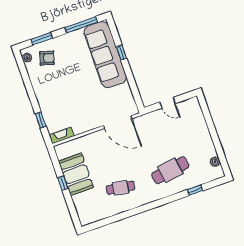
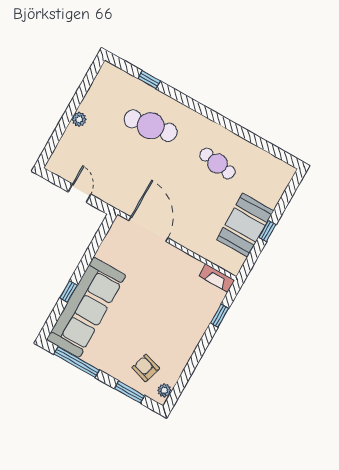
plant: (215, 162) -> (79, 119), moved

